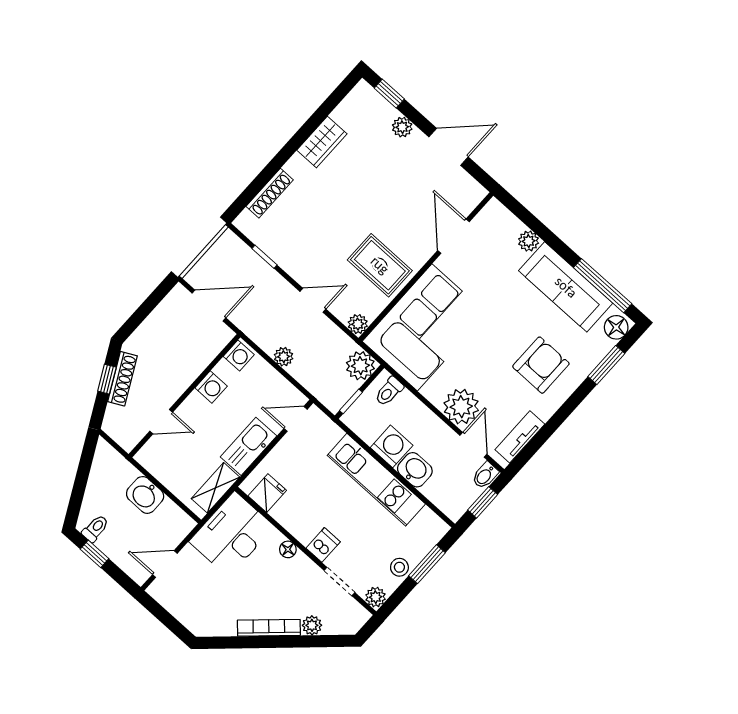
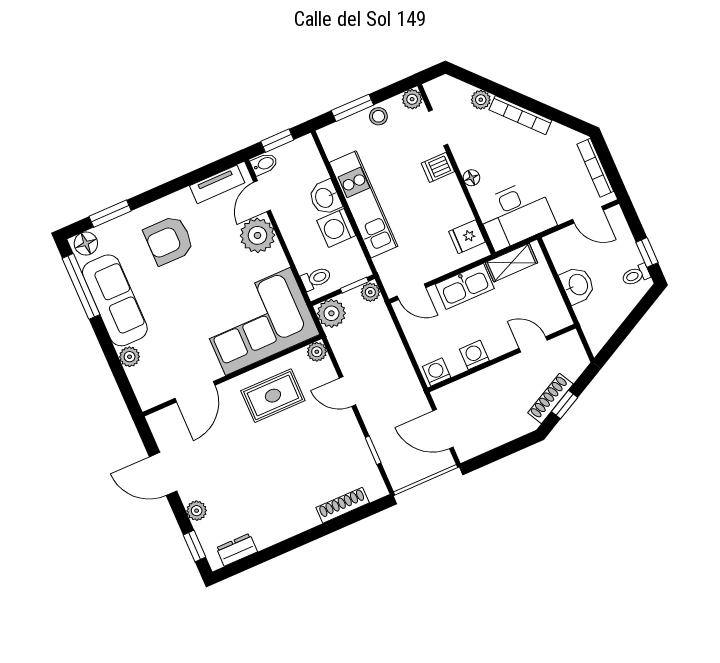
dresser: (349, 108) -> (237, 550), added
wardrobe: (322, 142) -> (275, 530), removed
rug: (380, 265) -> (273, 396), turned 90
plant: (284, 357) -> (370, 292), moved
bookcase: (178, 611) -> (595, 168), added

